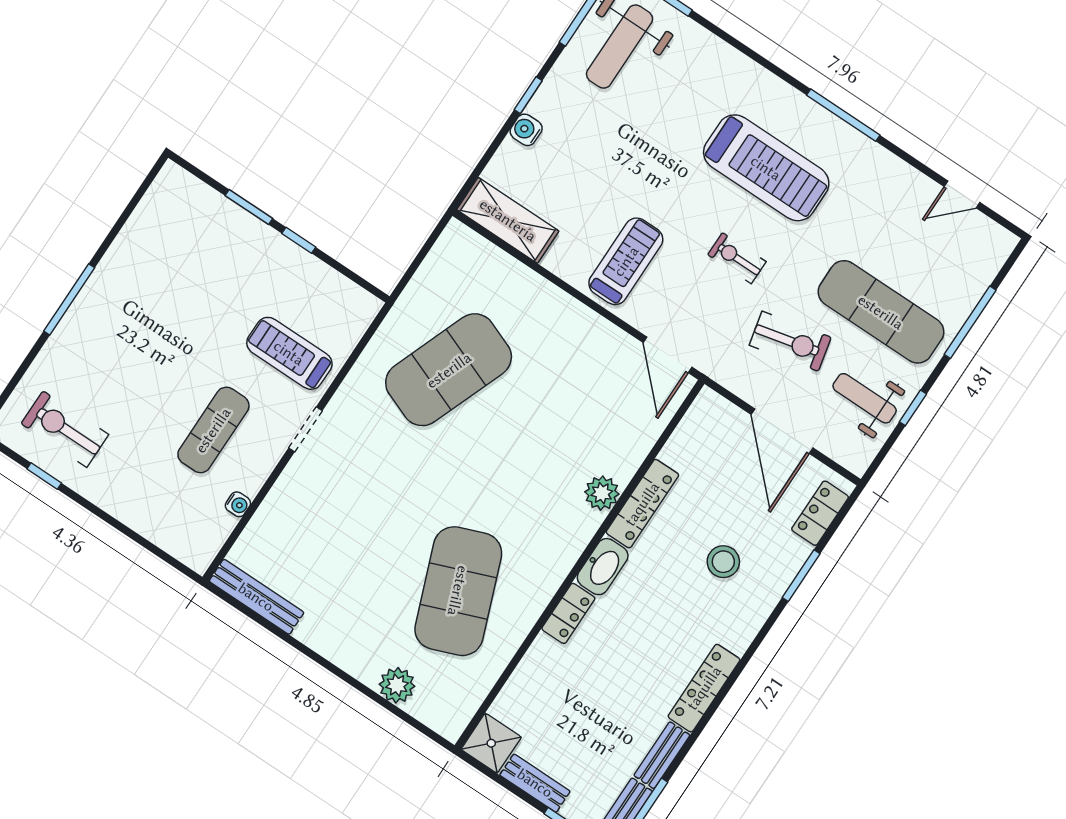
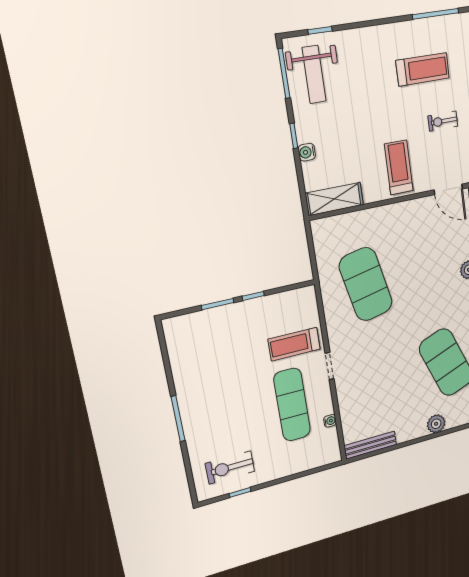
treadmill: (766, 168) -> (423, 69), width x0.73, depth x0.73
exercise mat: (449, 370) -> (366, 284), turned -33
exercise mat: (213, 430) -> (292, 405), width x1.36, depth x1.45
plant: (397, 685) -> (436, 424), moved

